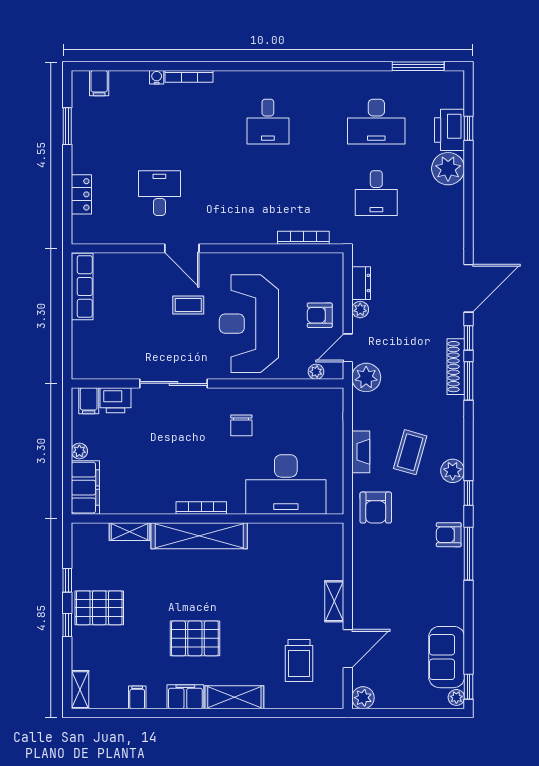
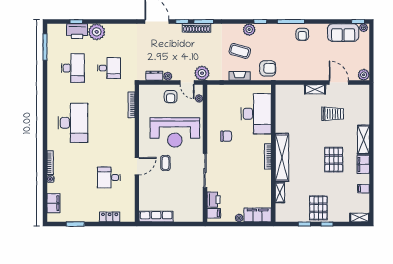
filing cabinet: (99, 83) -> (53, 203), width x2.00
desk: (268, 122) -> (73, 123), width x1.87, depth x1.30
armchair: (449, 535) -> (302, 34), moved
trolley: (299, 661) -> (333, 114), moved

